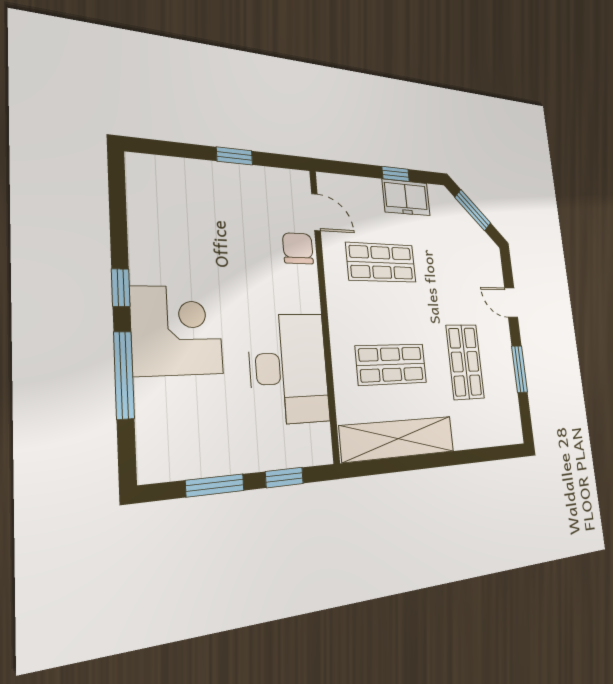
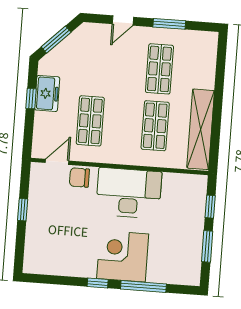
shop shelf: (465, 362) -> (159, 69), turned 90
desk: (289, 368) -> (129, 193), moved

